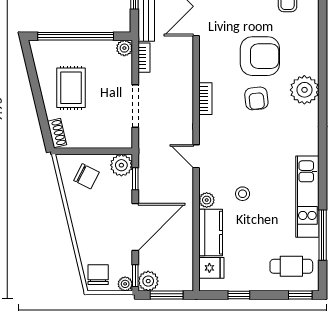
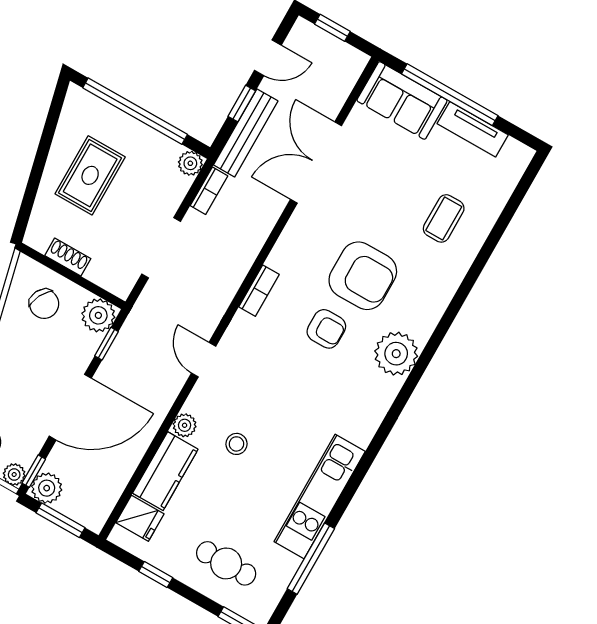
armchair: (256, 98) -> (326, 329), turned -84
shoe rack: (57, 133) -> (68, 257), moved, turned -77
cafe table: (291, 266) -> (226, 563), moved

